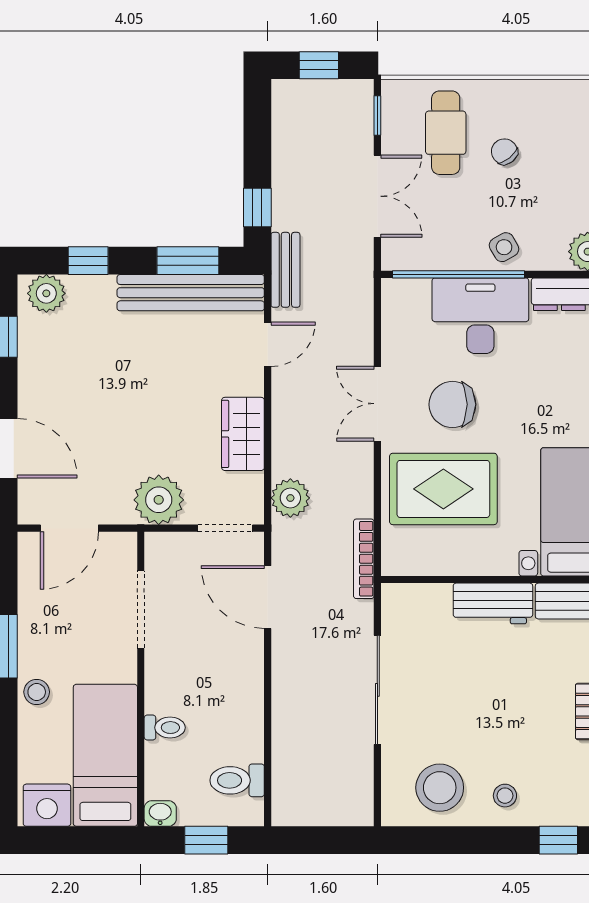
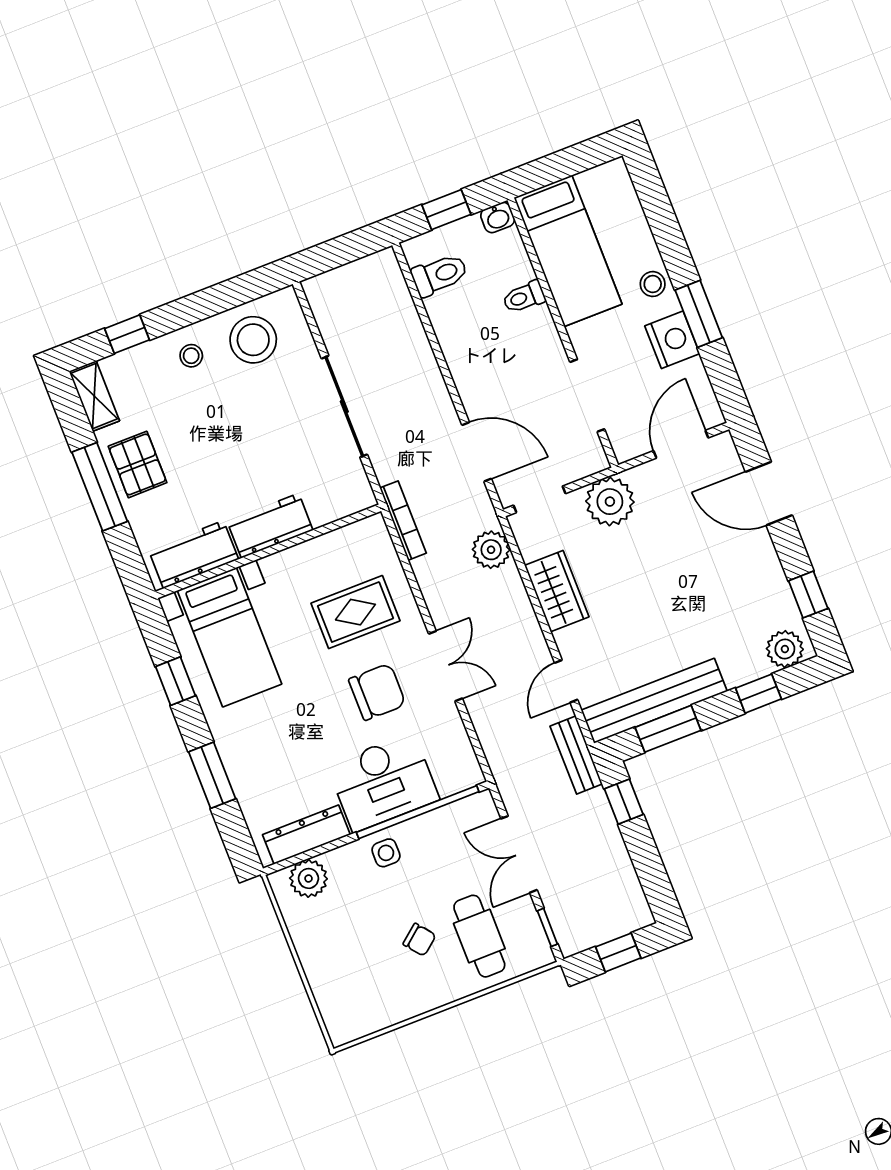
side table: (504, 247) -> (386, 853), turned 30
rug: (443, 489) -> (355, 612), width x0.73, depth x0.70
nightstand: (47, 805) -> (672, 340), moved, turned 90

